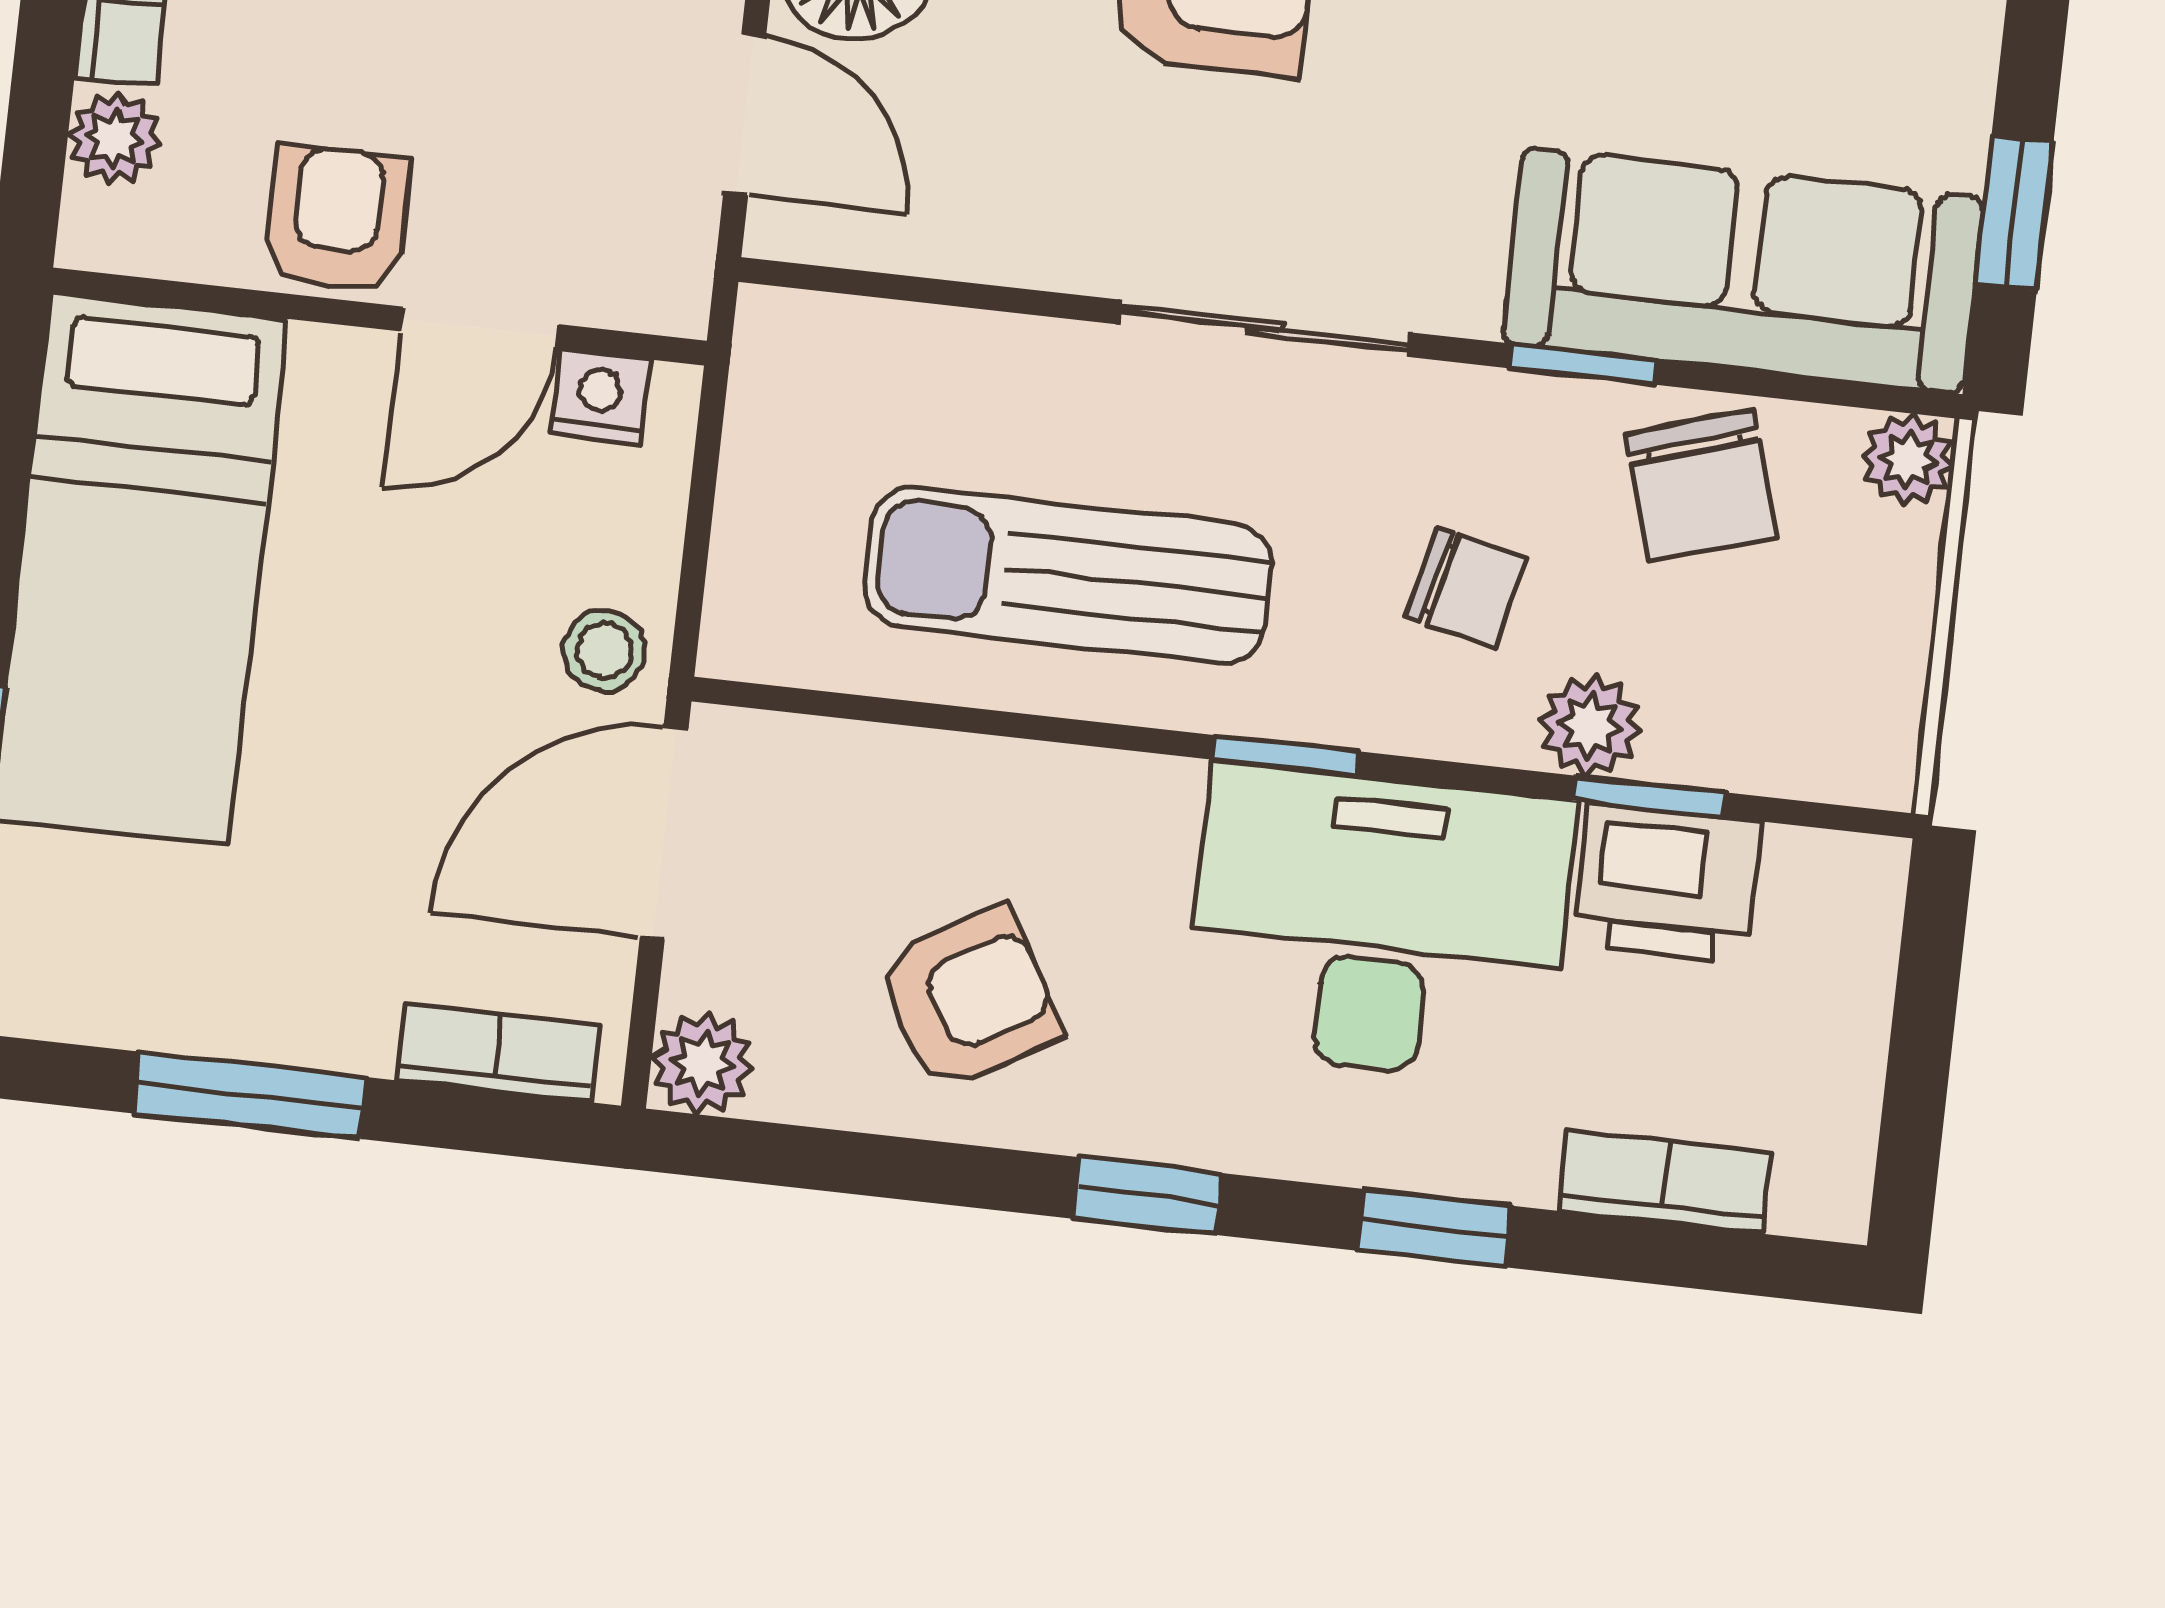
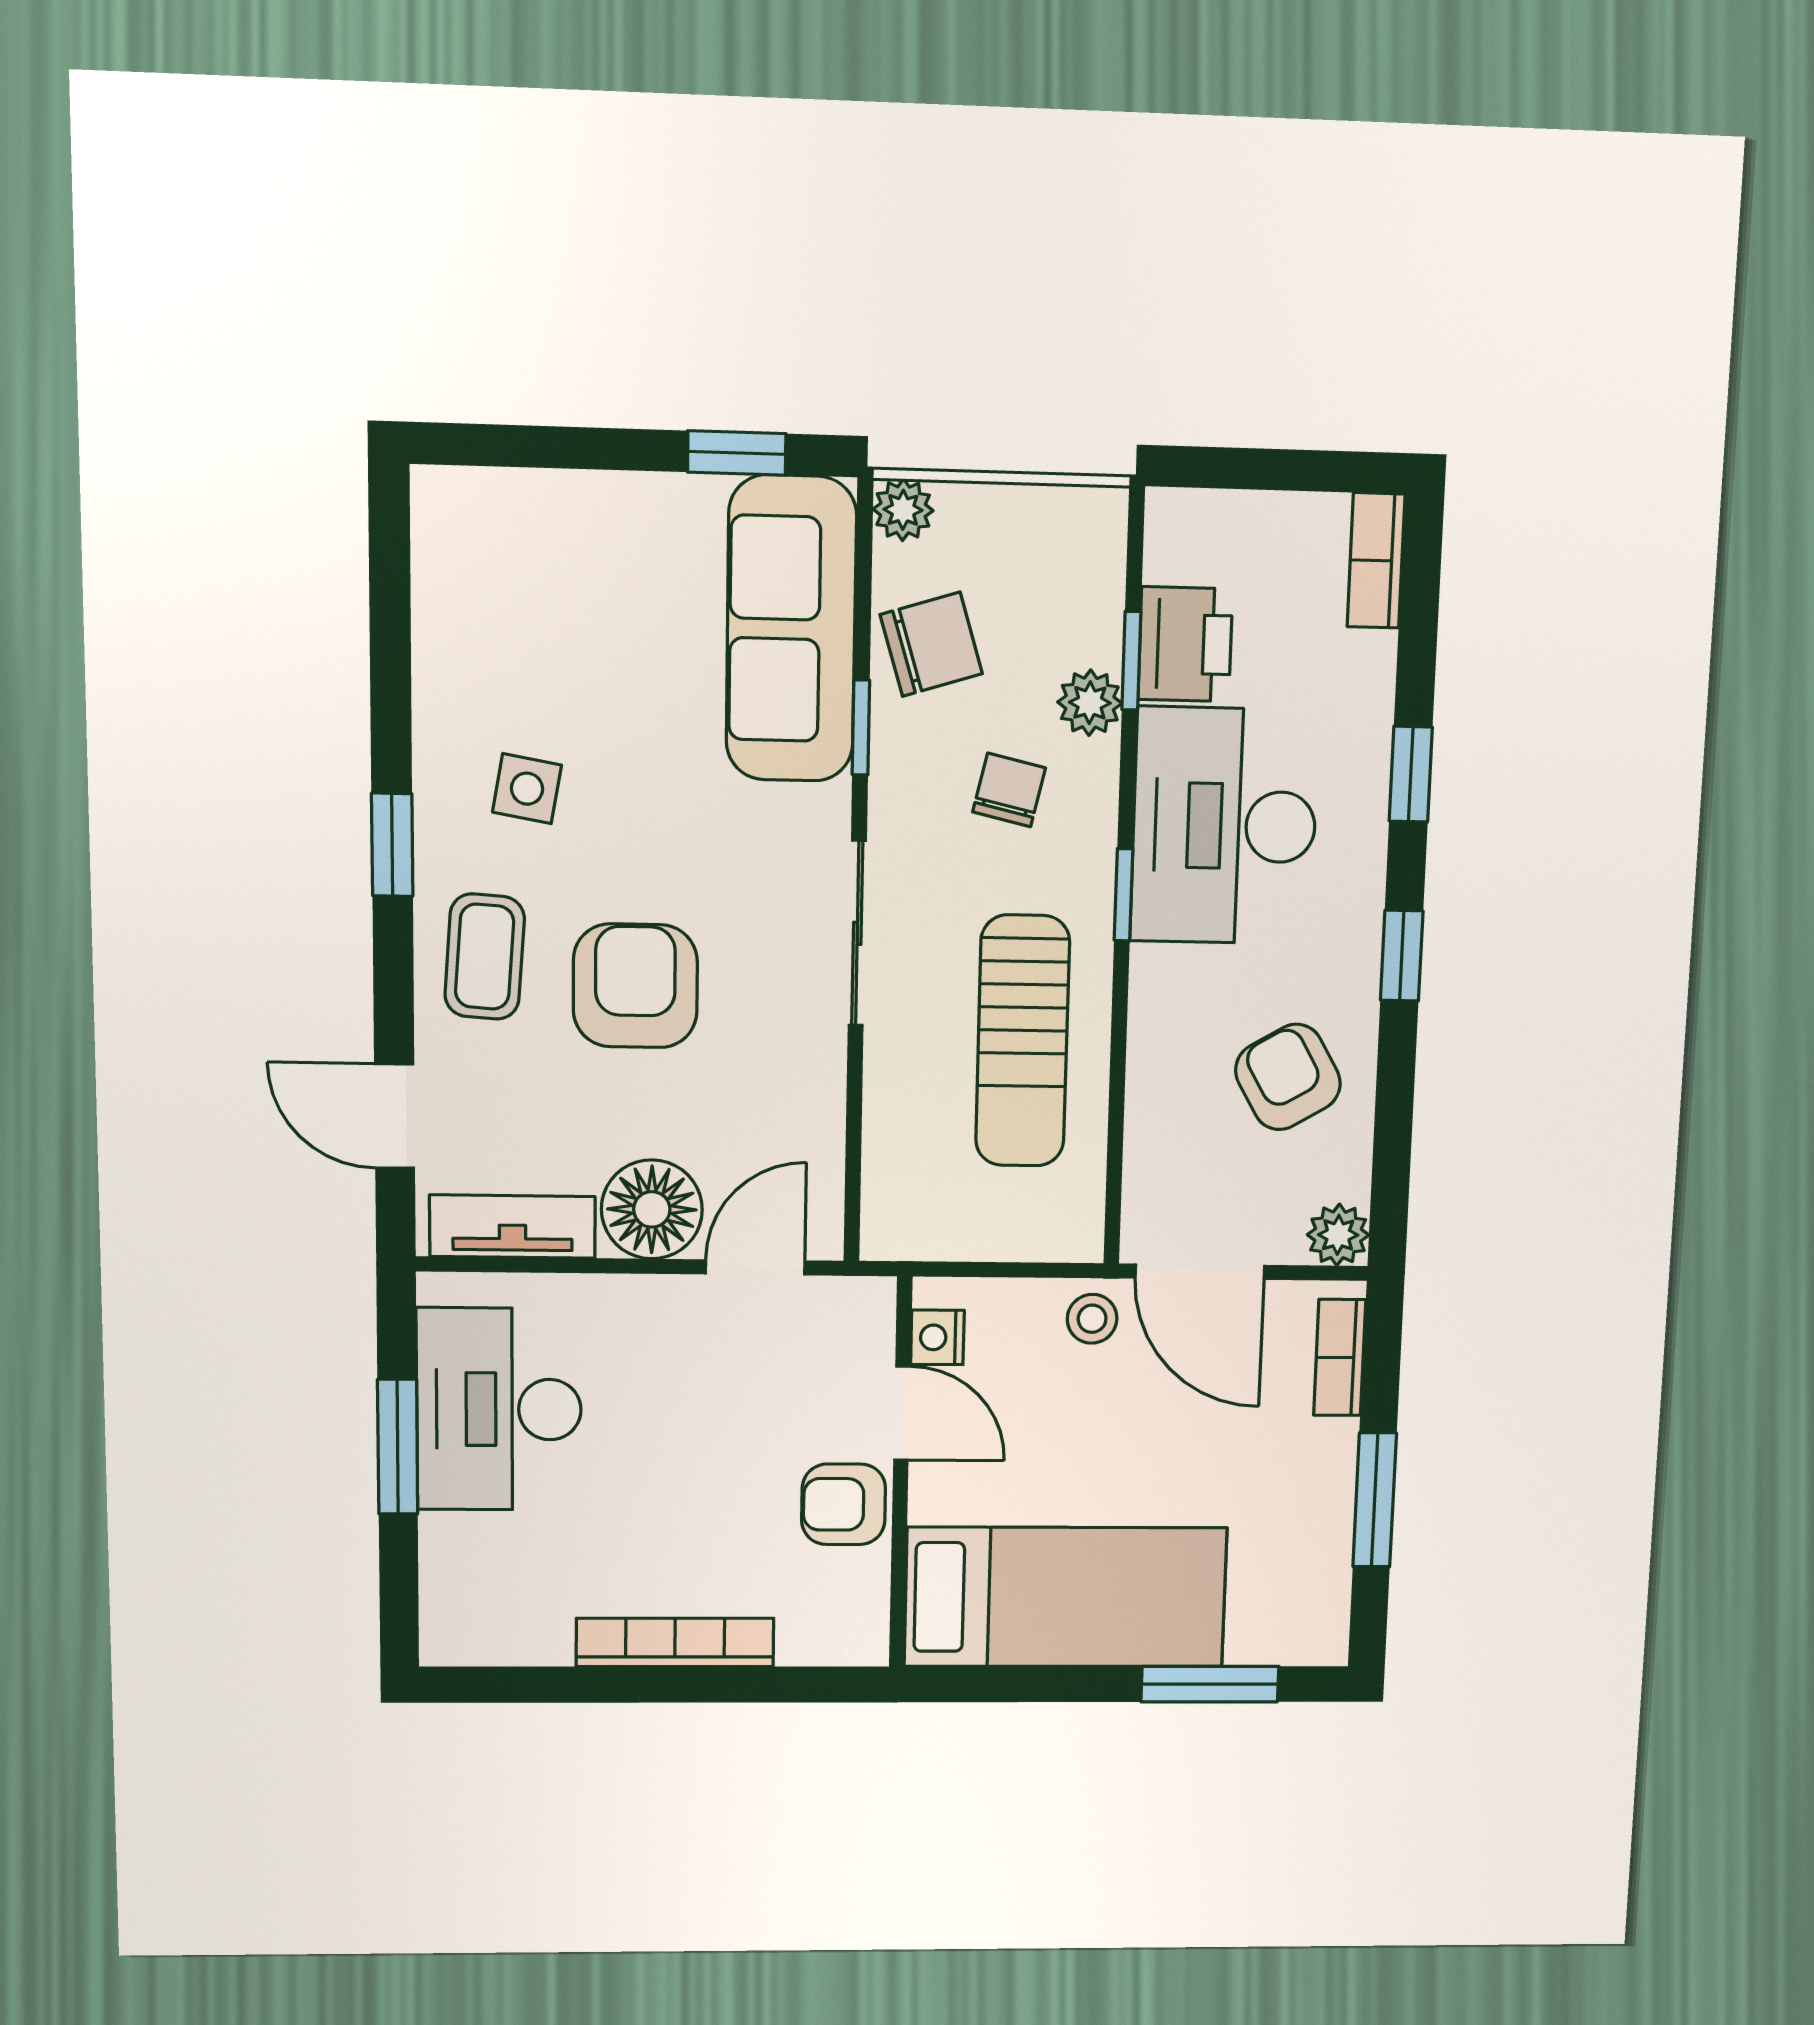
plant: (114, 138) -> (808, 1639), removed
bookcase: (1665, 1181) -> (1376, 561), moved

